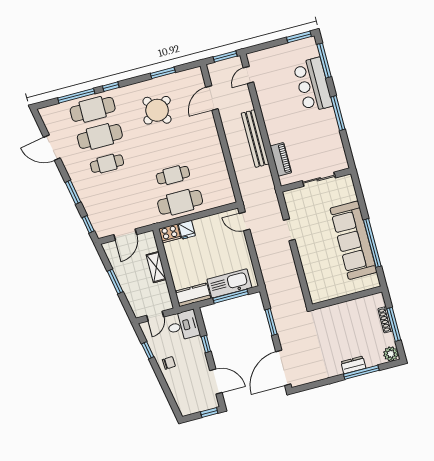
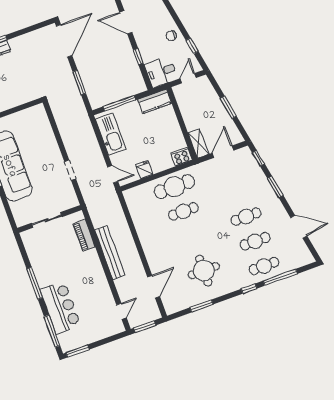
cafe table: (93, 109) -> (264, 266), width x0.73, depth x0.74
round table: (157, 110) -> (204, 271), turned 33
cafe table: (100, 136) -> (255, 241), width x0.73, depth x0.74
fridge: (187, 230) -> (144, 169), moved
shelving: (156, 267) -> (198, 143), moved
kitchen sink: (229, 283) -> (111, 134), moved, turned -90

